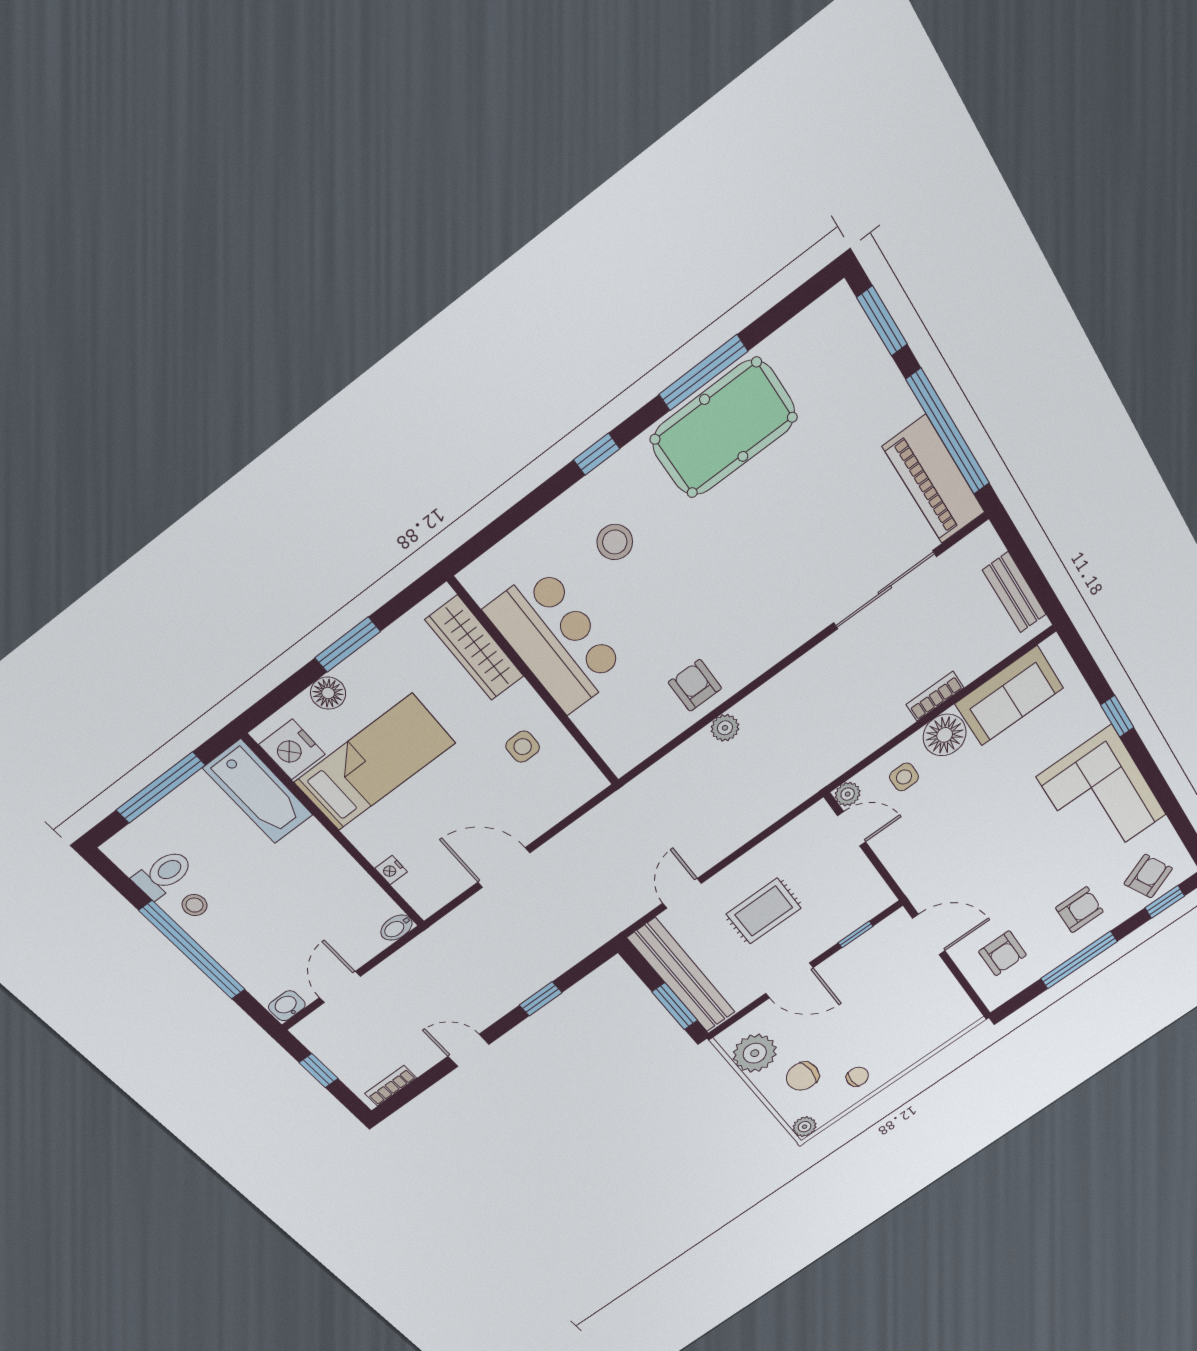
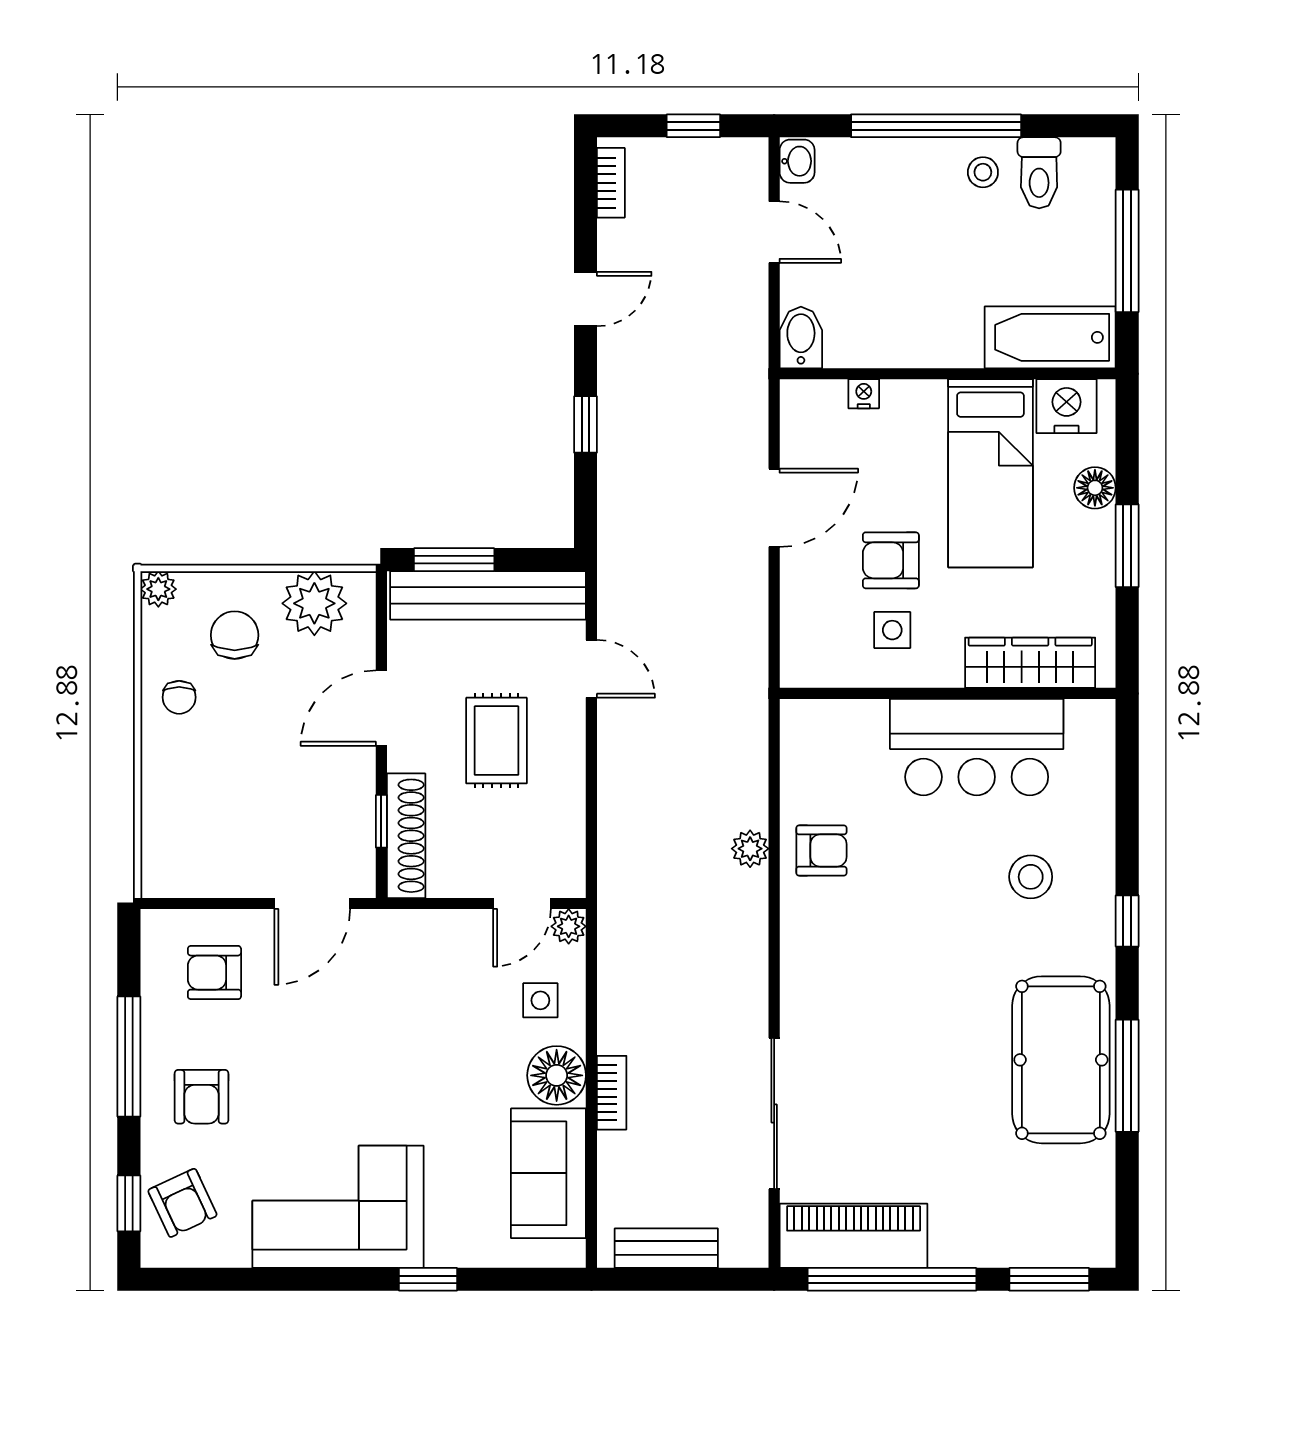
armchair: (480, 780) -> (891, 560), added
shoe rack: (855, 916) -> (406, 836), added
bidet: (396, 928) -> (801, 337), width x1.38, depth x1.36

